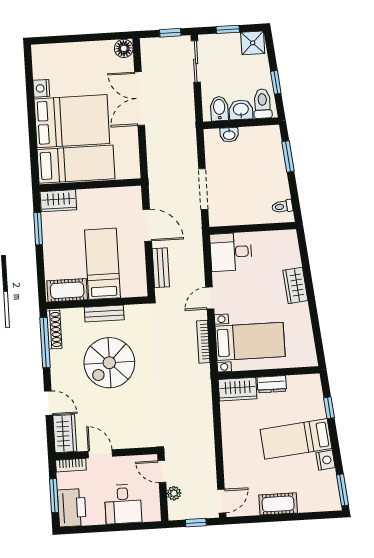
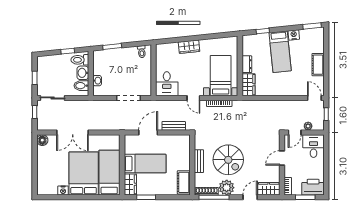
shower: (253, 43) -> (44, 63), removed
bed: (102, 264) -> (145, 164), moved, turned 180
plant: (63, 363) -> (227, 188), added
door: (100, 454) -> (282, 158), moved
desk: (123, 504) -> (314, 146), moved, turned -90

